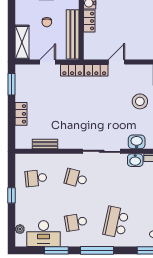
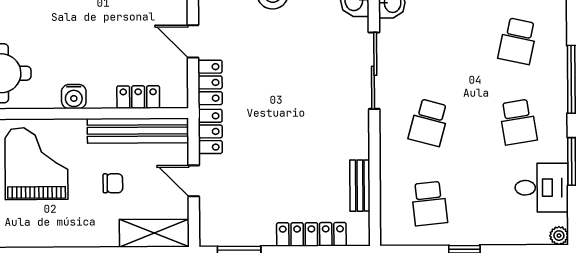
locker: (89, 21) -> (138, 97), moved
locker: (21, 114) -> (311, 234), width x1.53
school desk: (116, 222) -> (518, 41), width x0.54
plant: (20, 229) -> (559, 236), moved
desk: (43, 234) -> (542, 188), width x0.73

